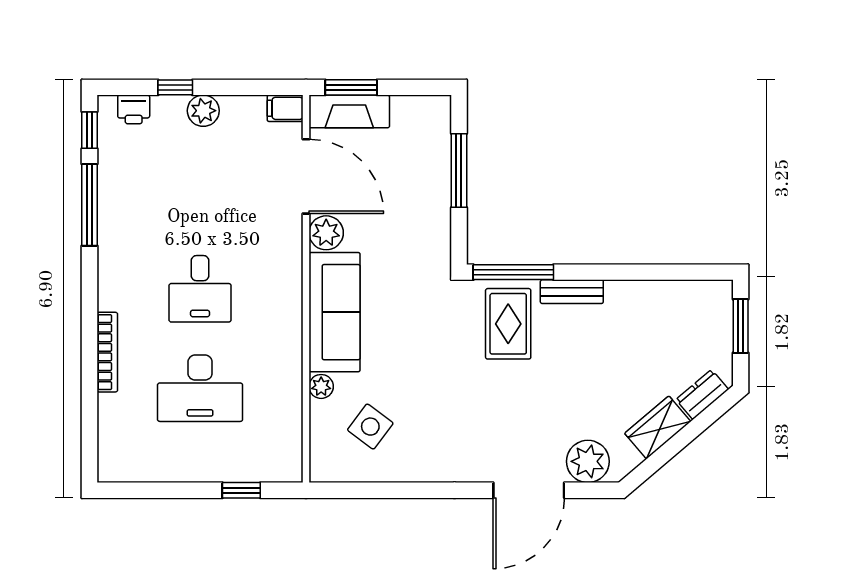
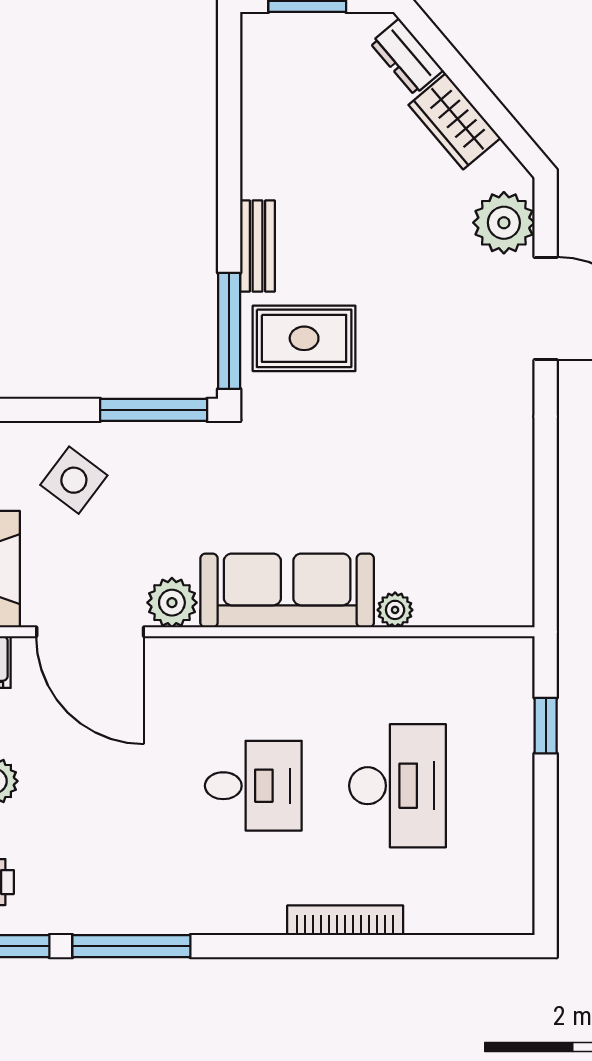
window: (459, 171) -> (154, 410), moved
door: (306, 176) -> (90, 632), swing flipped
side table: (370, 427) -> (74, 480), moved

